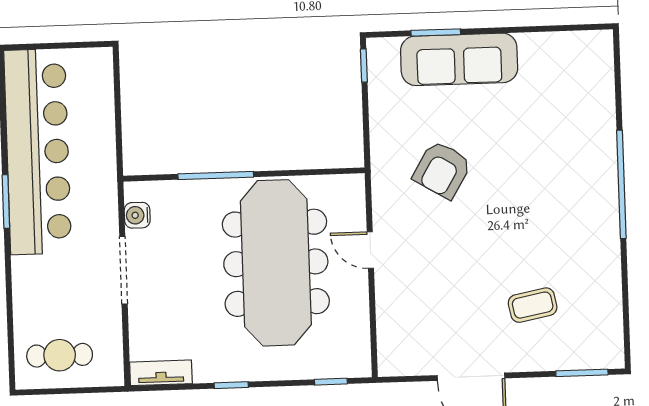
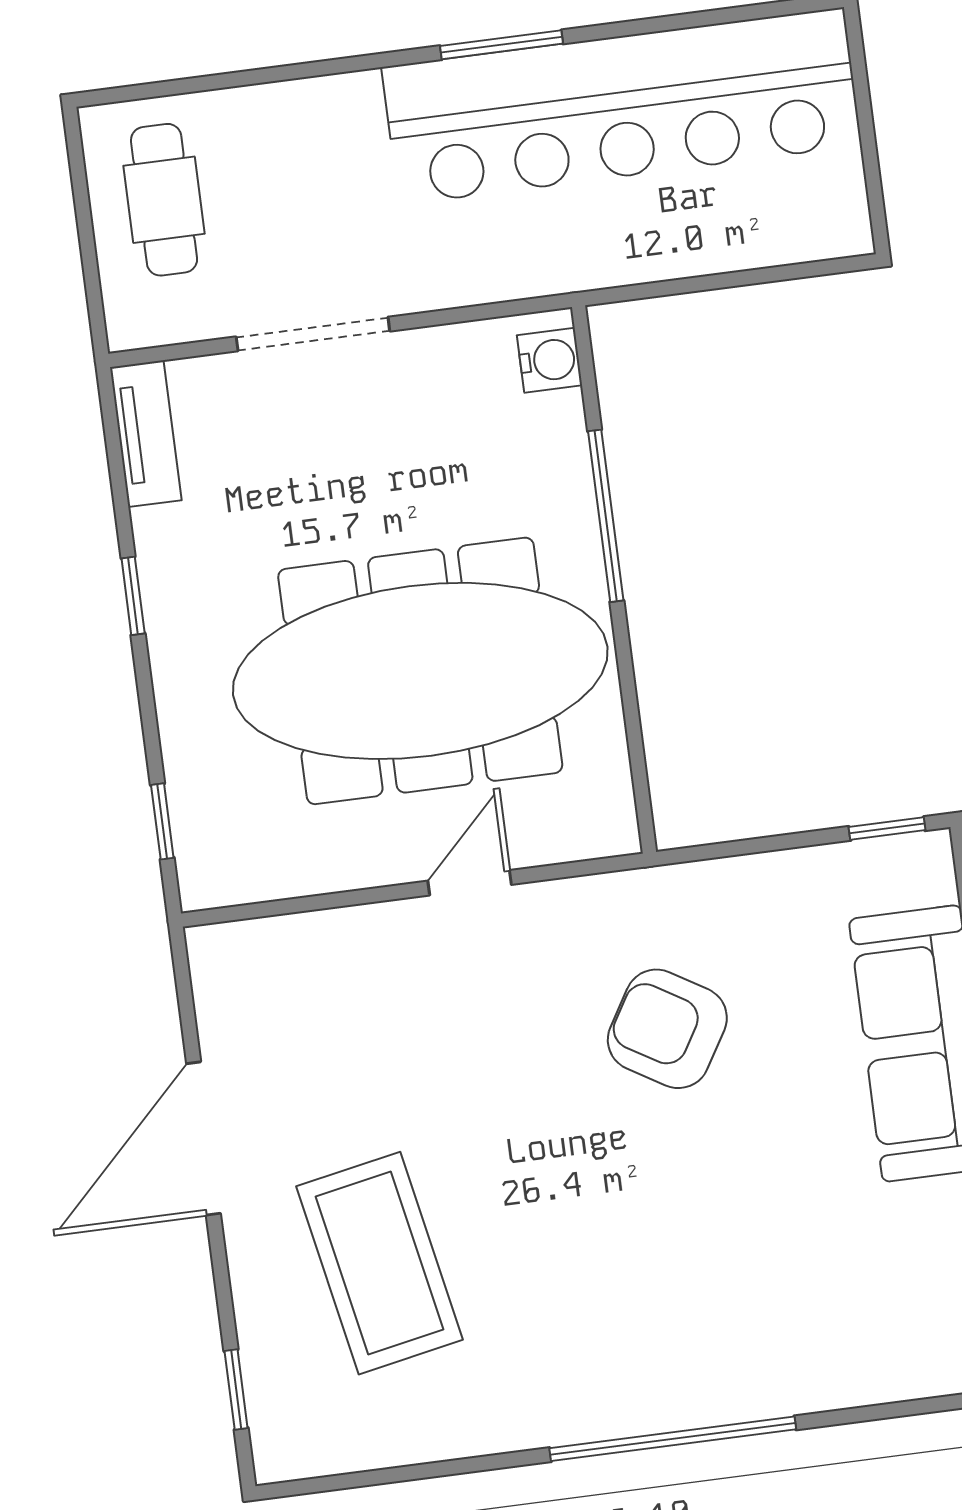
water cooler: (137, 215) -> (549, 360), moved, turned 90
doorway: (123, 270) -> (313, 334), moved
coffee table: (533, 305) -> (379, 1263), width x1.86, depth x1.72
window: (582, 373) -> (236, 1390), width x0.67

